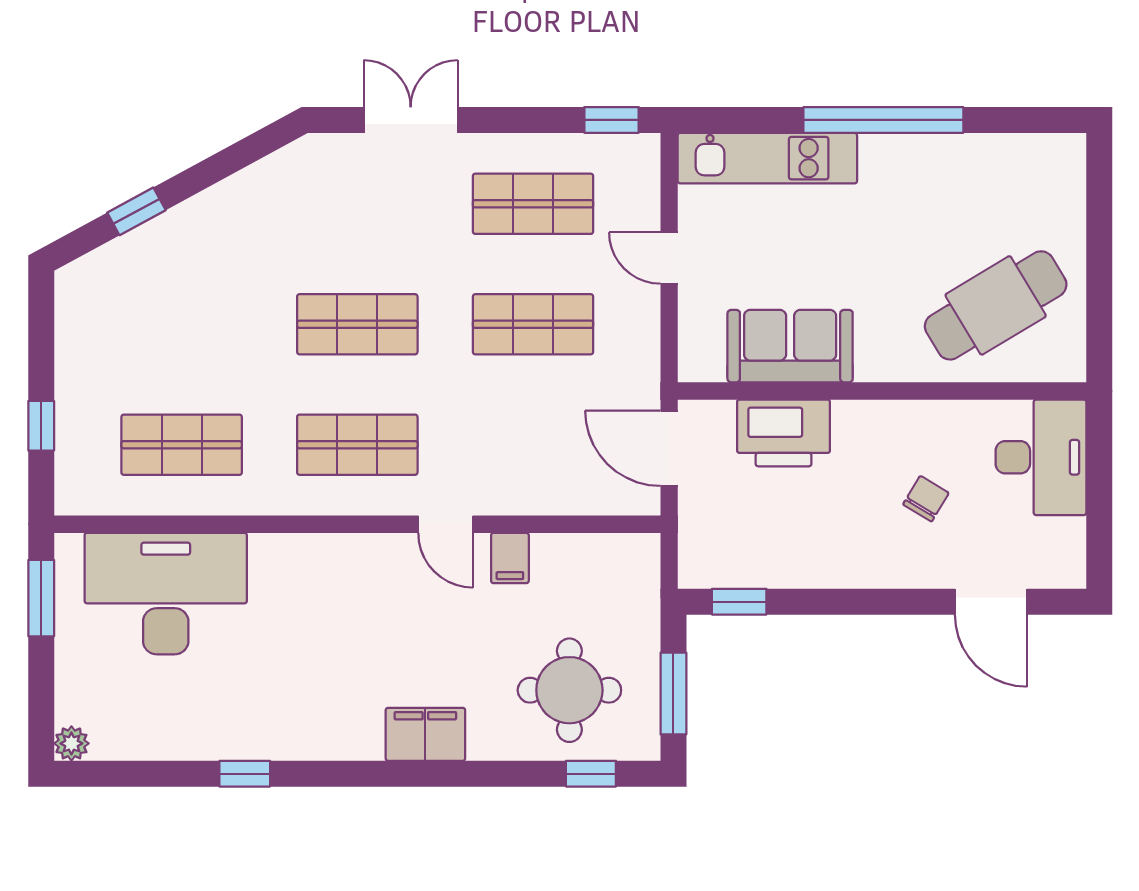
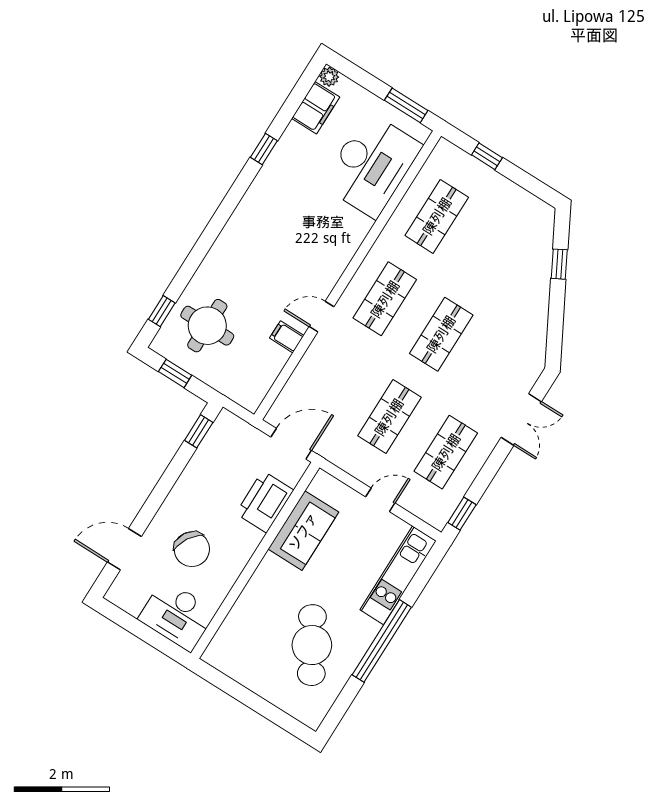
cafe table: (996, 305) -> (312, 645), moved
chair: (926, 499) -> (192, 549), width x1.87, depth x1.87
window: (673, 693) -> (175, 373), width x0.67
filing cabinet: (425, 734) -> (316, 108), moved

